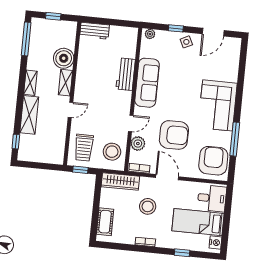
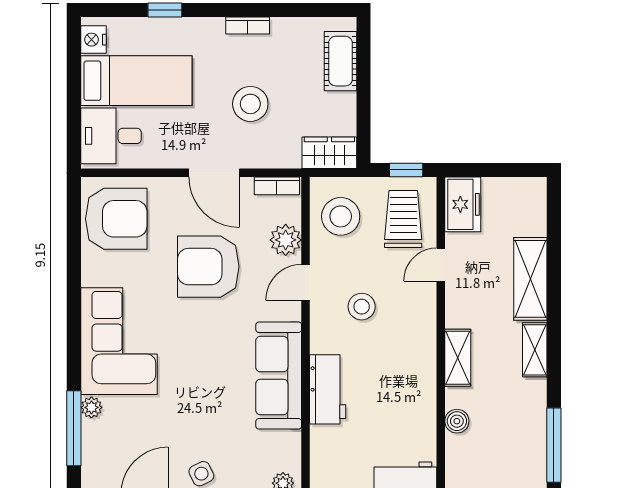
boiler: (64, 58) -> (457, 421), width x0.54, depth x0.54
plant: (233, 77) -> (91, 407), added
door: (71, 110) -> (441, 265), moved
stool: (107, 110) -> (362, 307), added
window: (235, 139) -> (74, 428), moved
window: (16, 142) -> (554, 217), removed
freezer: (56, 152) -> (463, 204), added
armchair: (213, 161) -> (116, 219), turned -90
wardrobe: (120, 181) -> (329, 153), width x0.67

